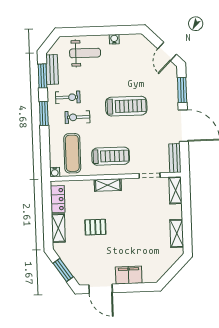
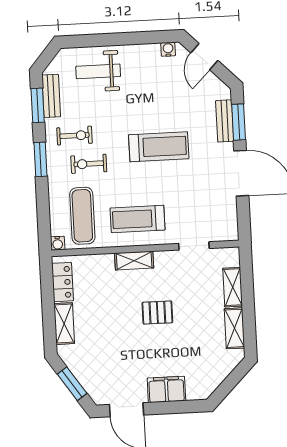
water cooler: (114, 39) -> (168, 49), moved
door: (167, 52) -> (204, 57), moved
weight bench: (85, 53) -> (98, 71), turned 180
treadmill: (111, 156) -> (138, 219), turned 180
bench: (175, 158) -> (225, 121), moved
shelving: (175, 190) -> (233, 287), moved
pallet: (95, 227) -> (157, 313), moved

